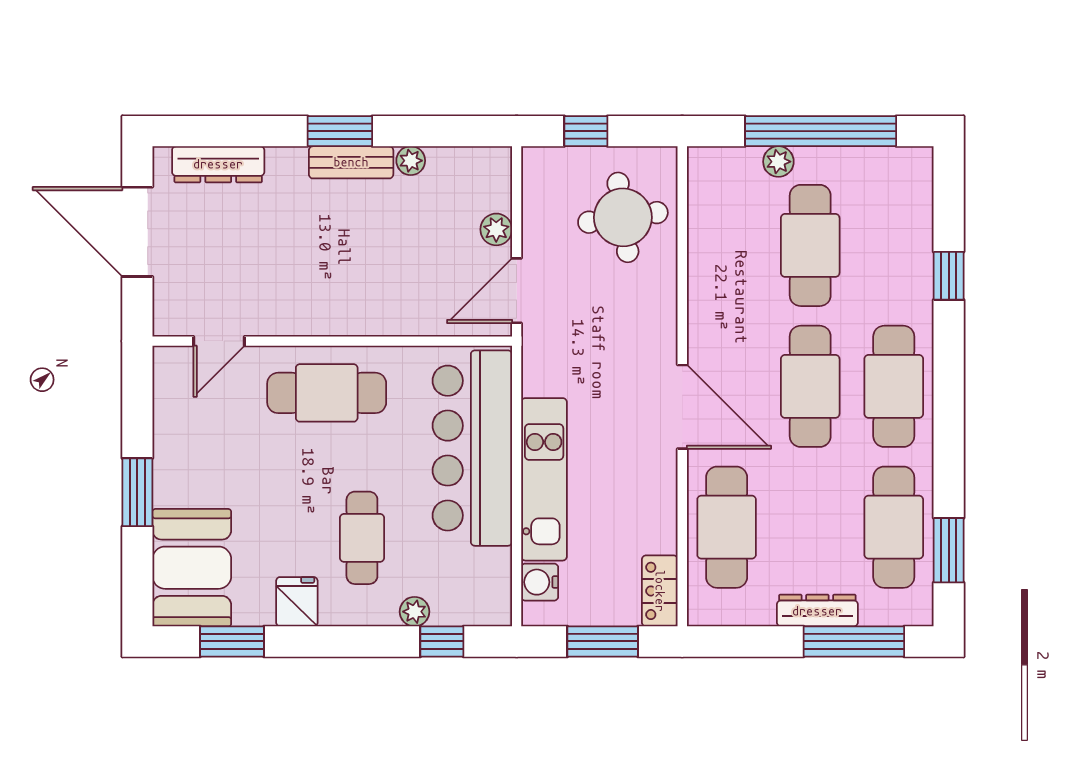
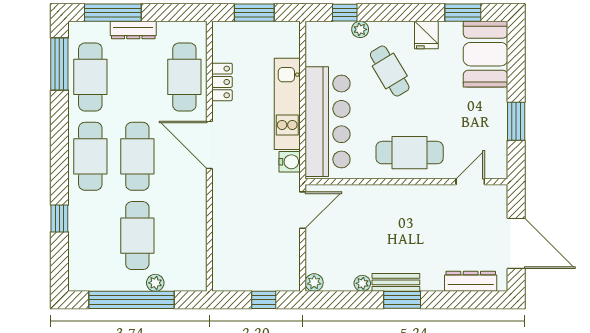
round table: (623, 217) -> (243, 251), removed
plant: (496, 229) -> (314, 283), moved
window: (137, 492) -> (516, 121), moved
cafe table: (362, 538) -> (390, 71), turned -31
window: (949, 550) -> (59, 64), width x1.44
water cooler: (540, 582) -> (290, 162), moved
locker: (660, 591) -> (222, 82), moved

